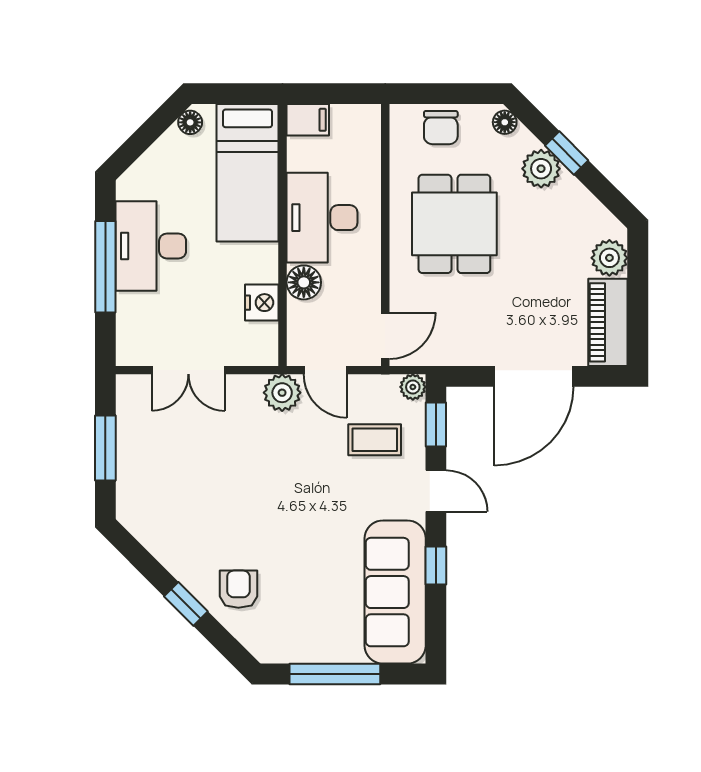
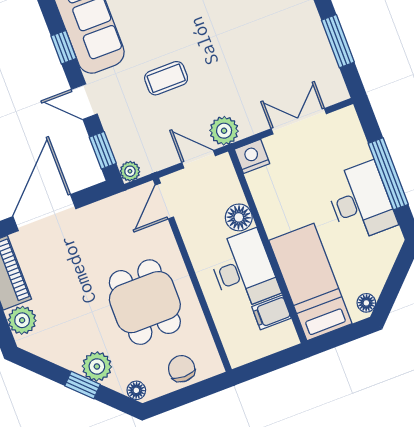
filing cabinet: (308, 120) -> (271, 312), moved
nightstand: (262, 303) -> (252, 156), moved, turned 90
coffee table: (375, 440) -> (166, 78), moved

